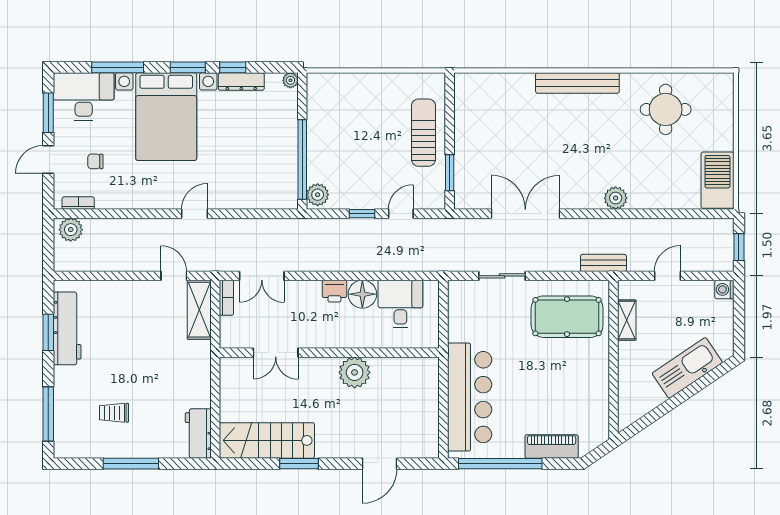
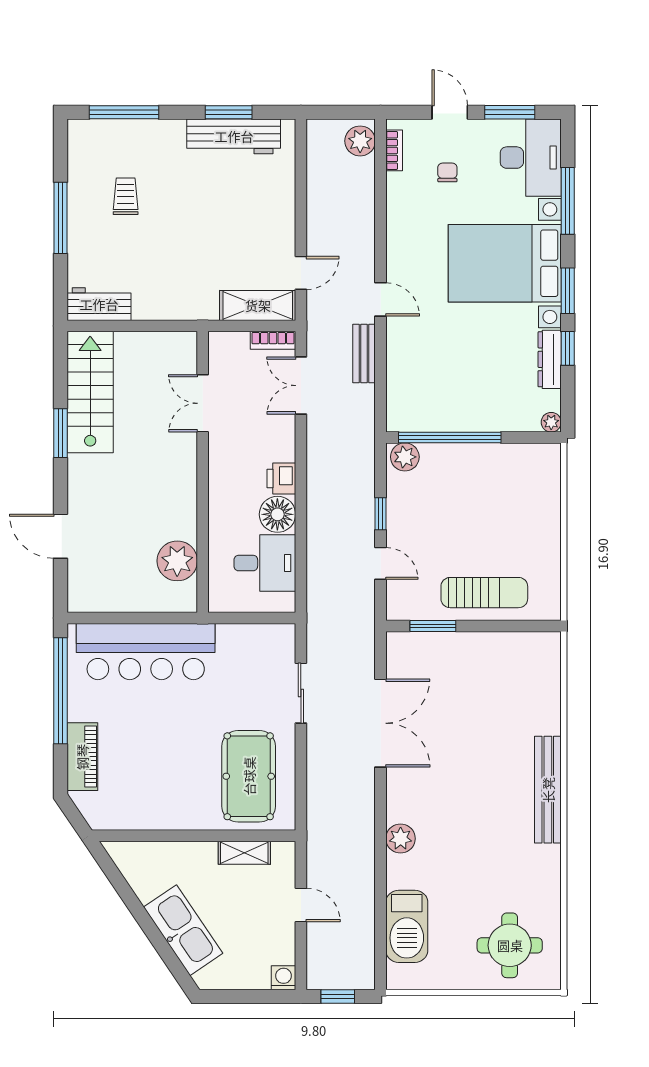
round table: (666, 109) -> (510, 945), moved
barbecue: (717, 180) -> (407, 926), moved, turned 90
bench: (603, 263) -> (364, 354), moved
plant: (355, 372) -> (177, 561), moved

